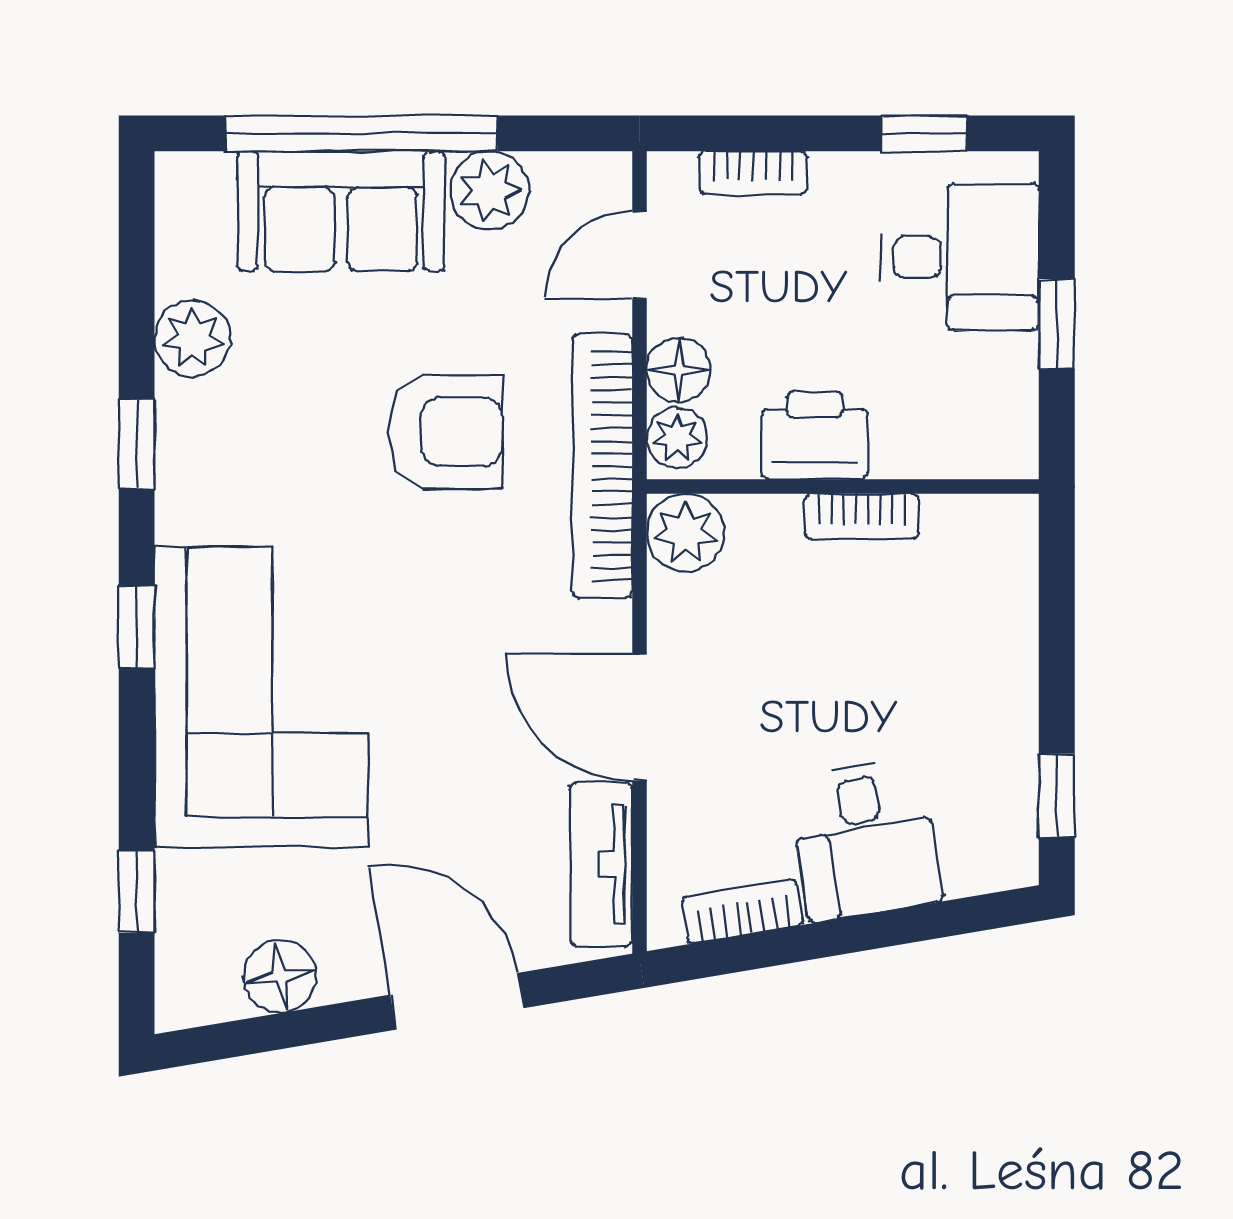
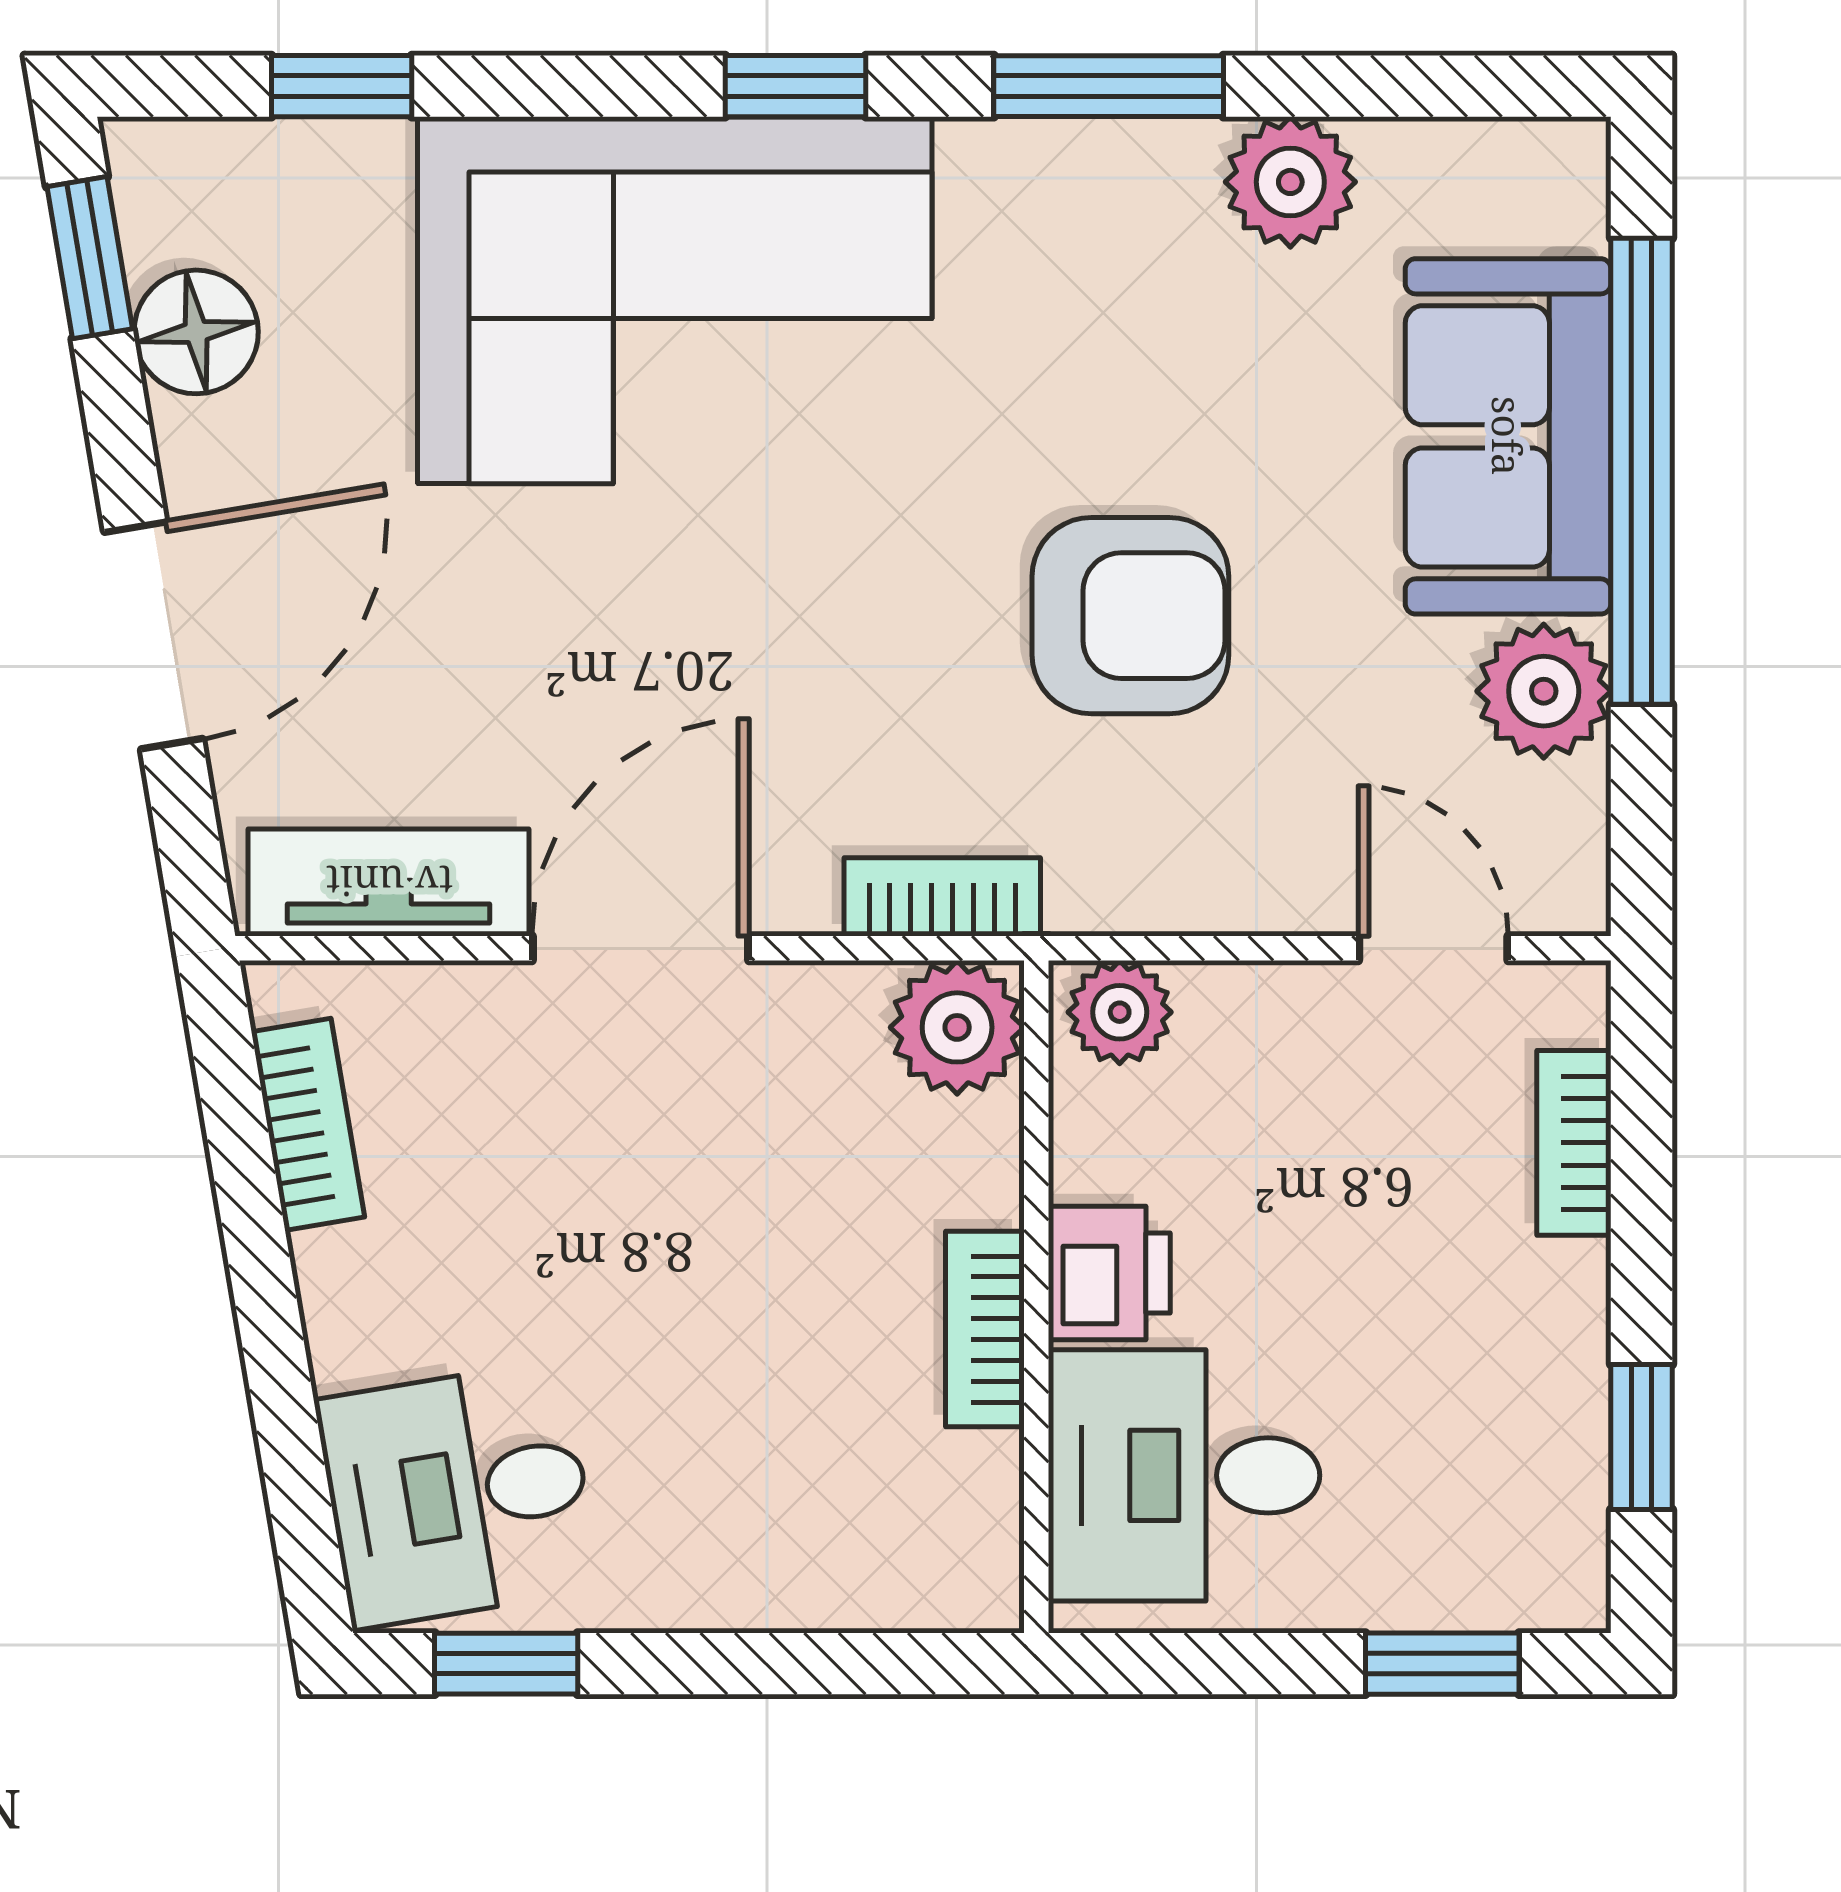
desk: (960, 257) -> (1184, 1475), moved, turned 90
window: (1057, 324) -> (1442, 1664), moved
floor lamp: (679, 370) -> (1236, 1015), removed
armchair: (446, 432) -> (1130, 616), turned -90
printer: (815, 435) -> (1109, 1273), width x0.73, depth x0.81
window: (137, 444) -> (1109, 86), width x1.50
bookcase: (602, 466) -> (942, 897), width x0.43, depth x0.76
desk: (865, 840) -> (458, 1494), moved
window: (237, 1039) -> (90, 258), added

